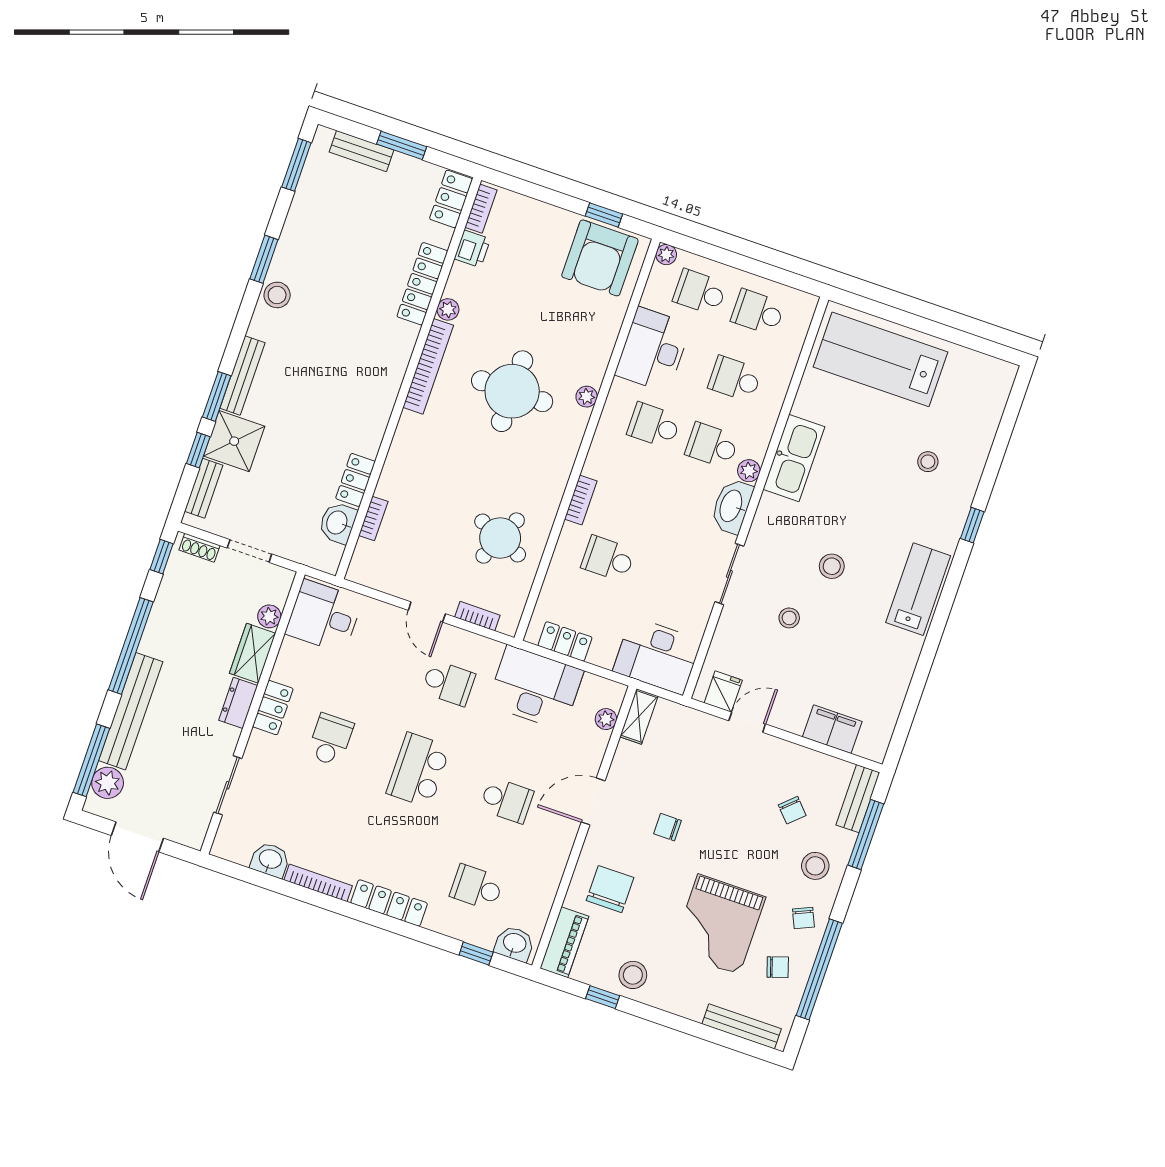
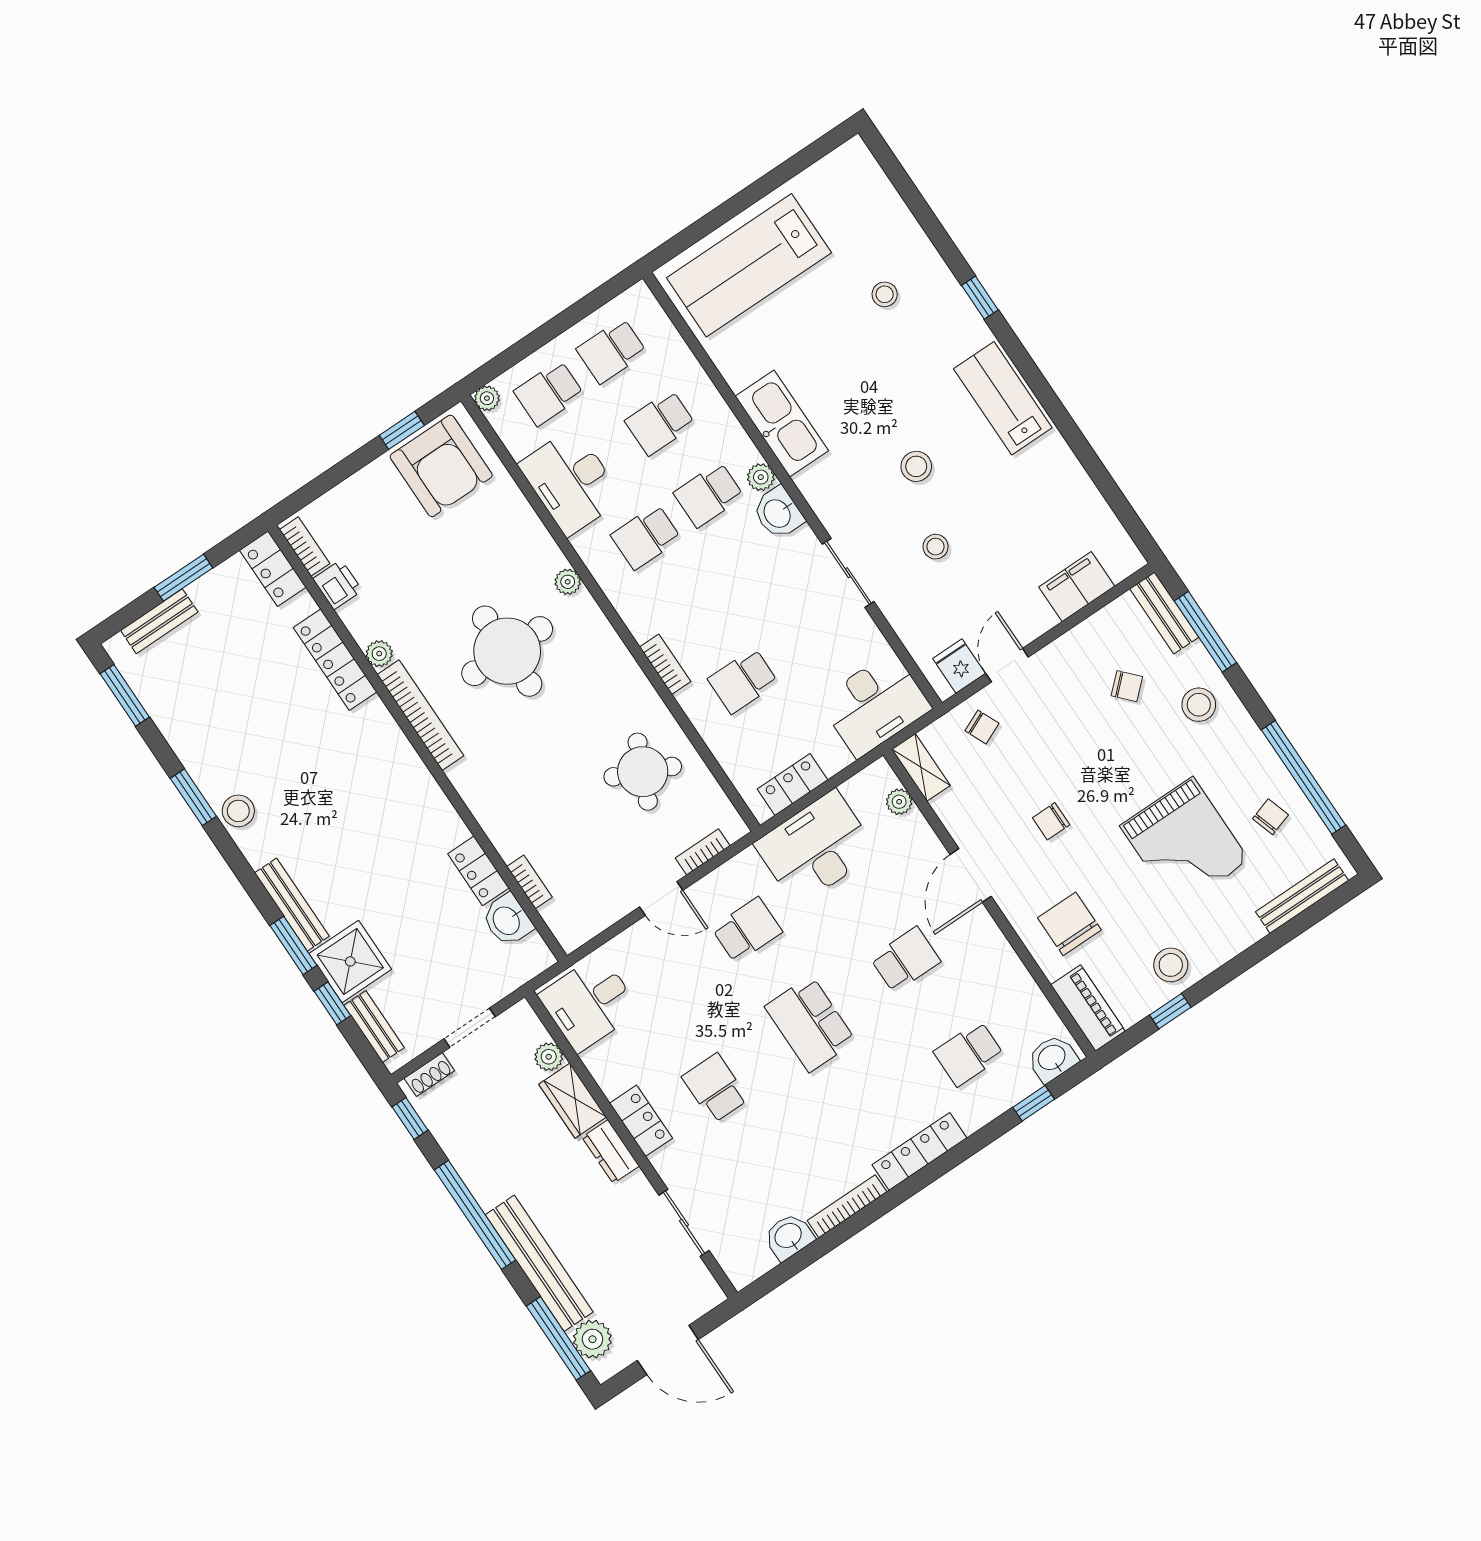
washbasin: (732, 506) -> (778, 513), width x0.72
chair: (803, 918) -> (982, 727), moved

